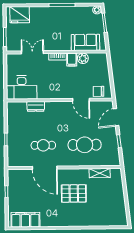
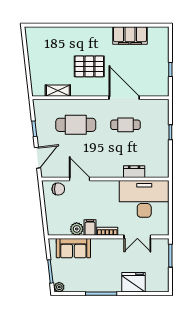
fridge: (20, 15) -> (133, 282), moved
desk: (22, 87) -> (144, 199), width x1.36, depth x1.30
filing cabinet: (25, 220) -> (130, 35), moved

